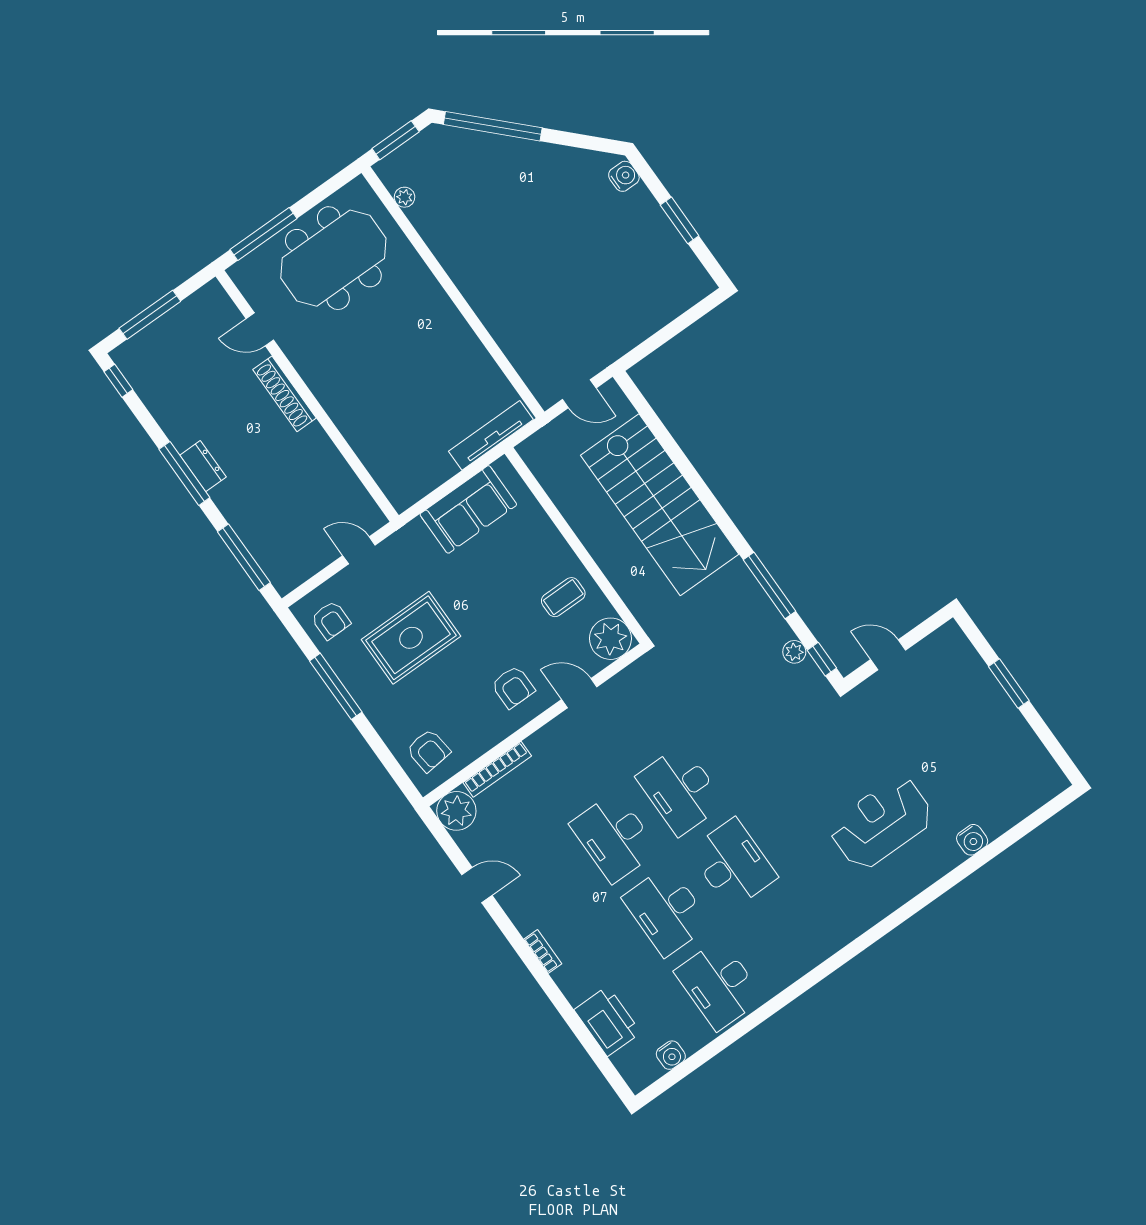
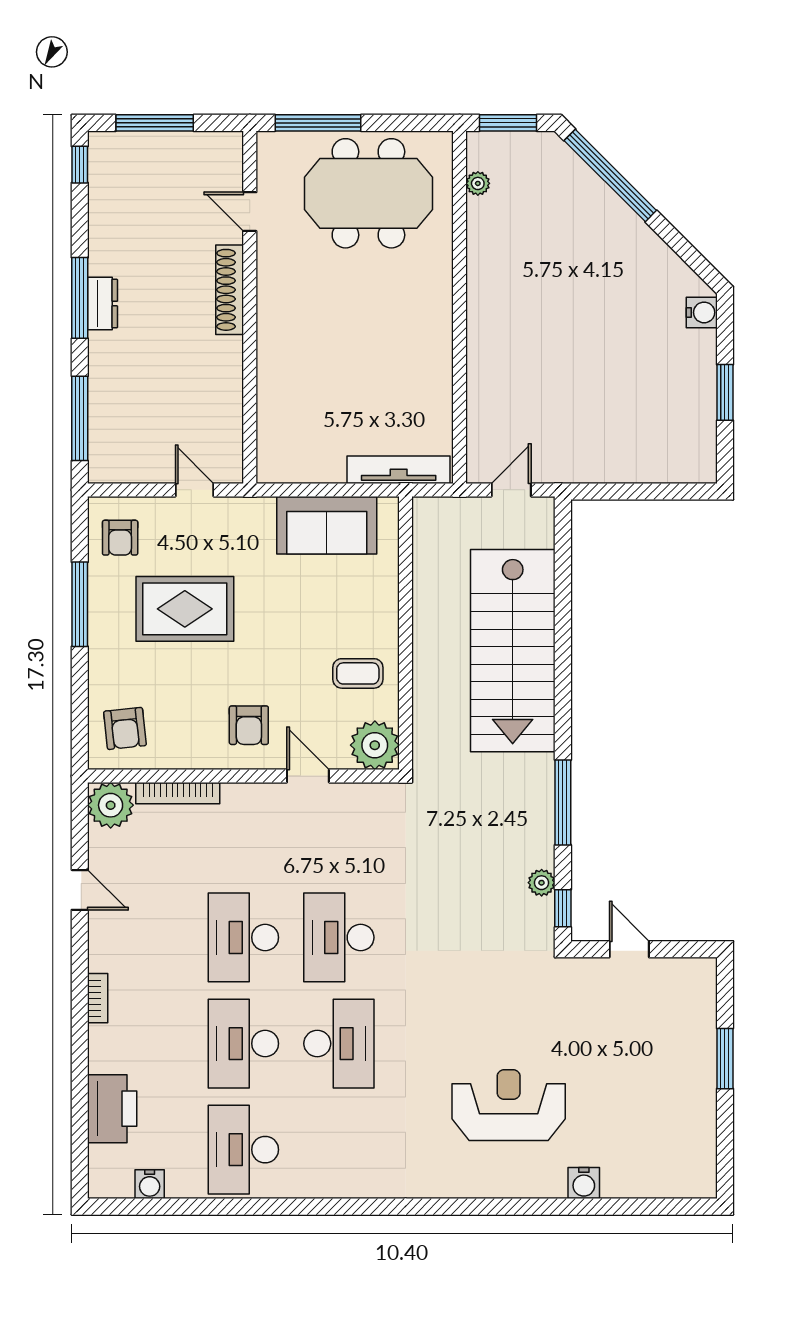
door: (579, 394) -> (511, 490), swing flipped

